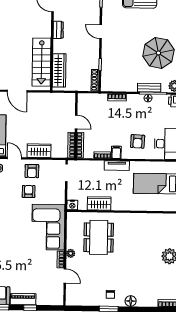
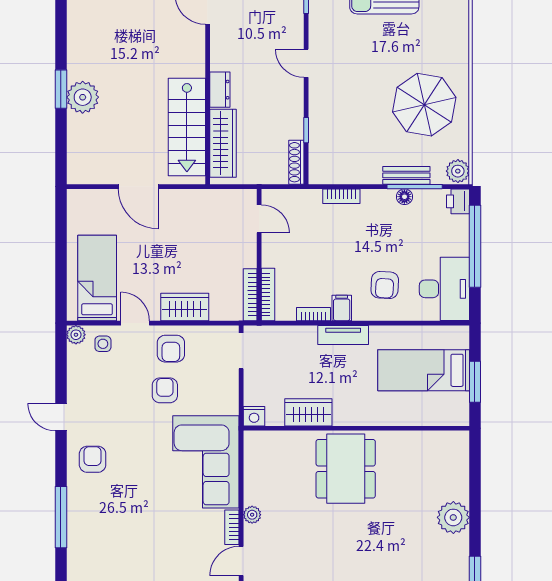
dresser: (58, 30) -> (220, 90), moved
door: (76, 122) -> (259, 219), moved
dining table: (99, 237) -> (346, 469), moved
door: (65, 276) -> (241, 561), swing flipped

